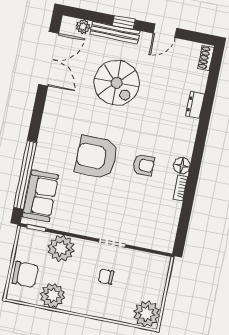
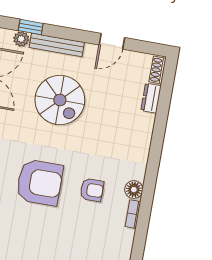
window: (124, 22) -> (31, 27), moved
dresser: (195, 105) -> (151, 98), moved
armchair: (97, 157) -> (40, 182), turned 180

